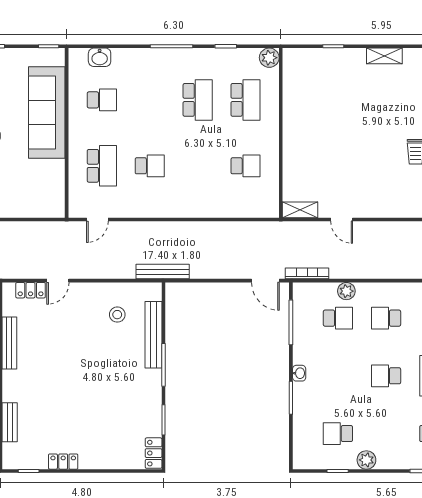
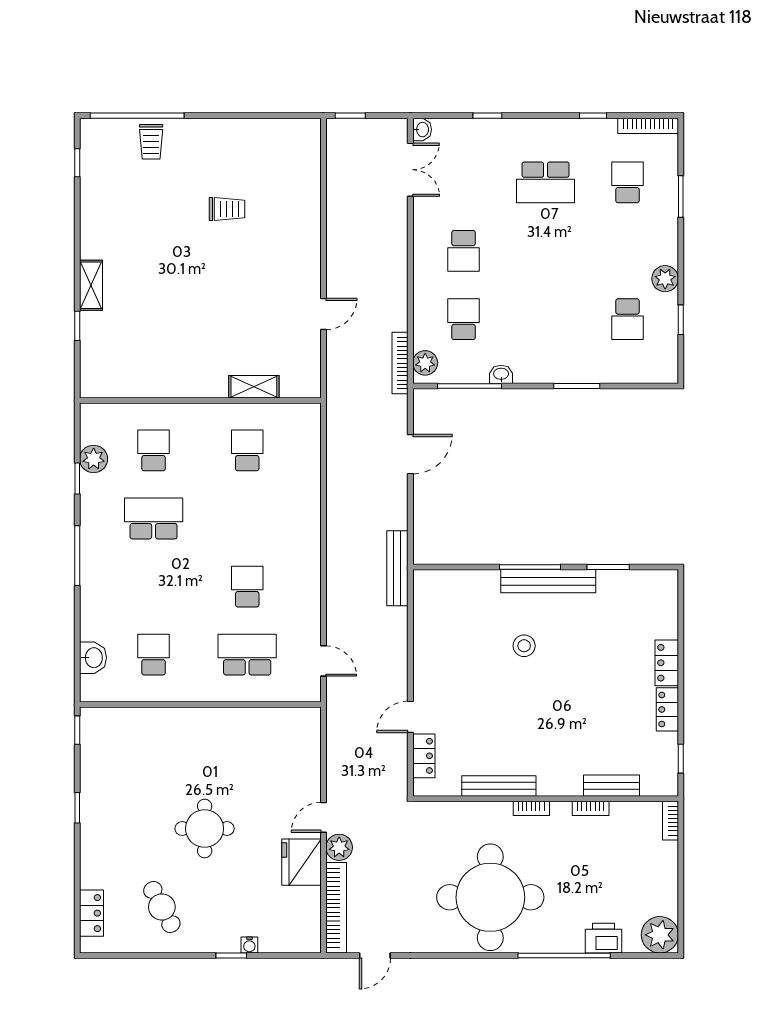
shelving: (384, 56) -> (91, 285), moved
plant: (269, 58) -> (94, 459), moved
school desk: (246, 100) -> (154, 450), width x0.54
sofa: (47, 113) -> (171, 733), removed
shelving: (300, 210) -> (254, 387), moved, turned 90
door: (58, 281) -> (410, 717), swing flipped
door: (265, 281) -> (410, 454), moved
plant: (346, 291) -> (425, 363), moved
stool: (117, 315) -> (524, 646), moved
bench: (153, 335) -> (548, 581), moved
washbasin: (299, 373) -> (501, 374), moved
school desk: (386, 376) -> (546, 251), removed
locker: (154, 453) -> (667, 663), moved, turned 90

